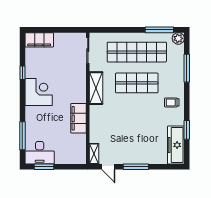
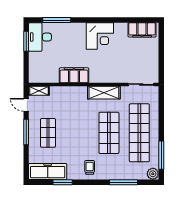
filing cabinet: (39, 40) -> (142, 30), moved, turned -90
window: (22, 73) -> (119, 20), removed
shop shelf: (137, 145) -> (48, 133), added
door: (108, 167) -> (26, 105), hinge flipped

